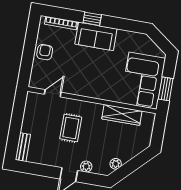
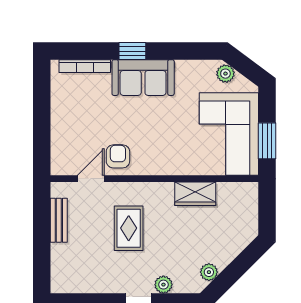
plant: (147, 43) -> (225, 74), added
armchair: (45, 52) -> (118, 156), moved
wardrobe: (122, 115) -> (195, 194), width x0.67
bench: (23, 147) -> (59, 220), moved

